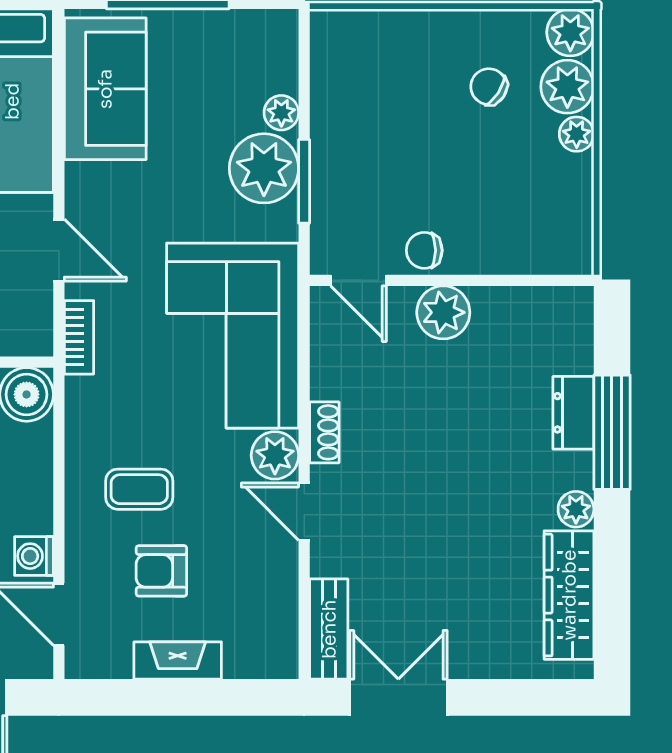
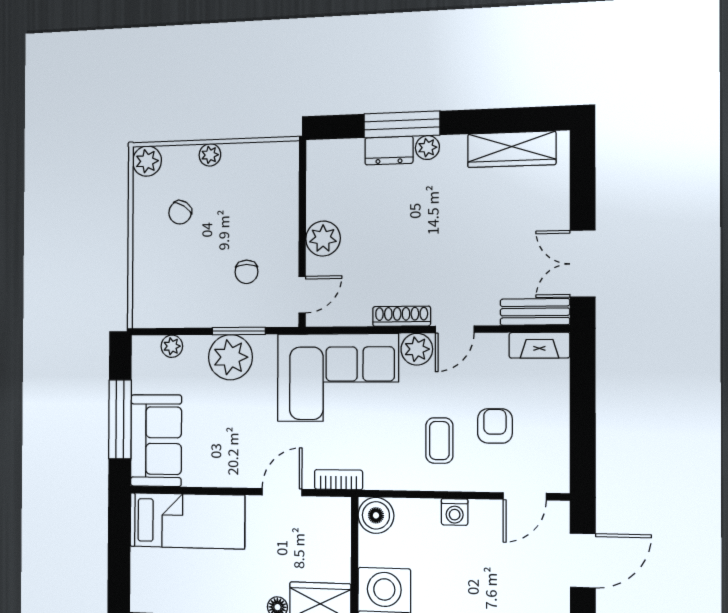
plant: (567, 87) -> (180, 162), removed
sofa: (105, 89) -> (156, 441), moved, turned 90
plant: (281, 113) -> (172, 346), moved
chair: (424, 250) -> (246, 272), moved
shoe rack: (324, 432) -> (402, 316), width x1.43
plant: (576, 509) -> (427, 148), moved
washing machine: (34, 556) -> (455, 512), moved
armchair: (161, 571) -> (495, 426), turned 180
fireplace: (178, 660) -> (539, 345), moved, turned -90

